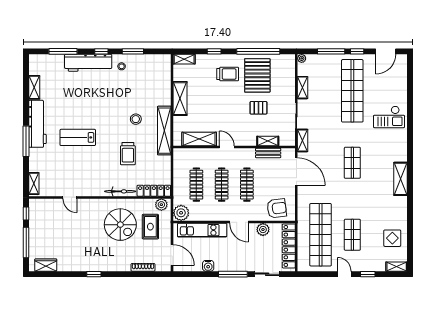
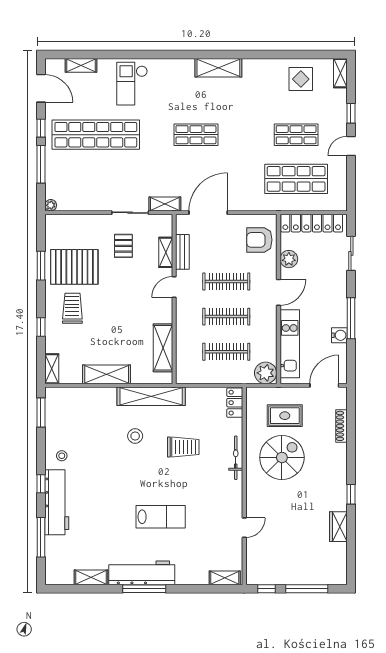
window: (133, 51) -> (41, 412), moved
window: (258, 51) -> (41, 266), width x0.47
shelving: (303, 88) -> (81, 65), moved
pallet: (258, 108) -> (123, 246), moved
checkout: (389, 117) -> (132, 84), turned 180
lab bench: (78, 137) -> (161, 517), turned -90
window: (26, 141) -> (144, 589), moved
door: (227, 147) -> (174, 287), moved
locker: (154, 191) -> (235, 403), width x0.66
plant: (161, 205) -> (254, 400), removed
armchair: (277, 208) -> (259, 240), turned -83
shop shelf: (321, 235) -> (296, 179), width x0.71
wardrobe: (46, 265) -> (338, 527), moved
window: (233, 274) -> (351, 318), moved

